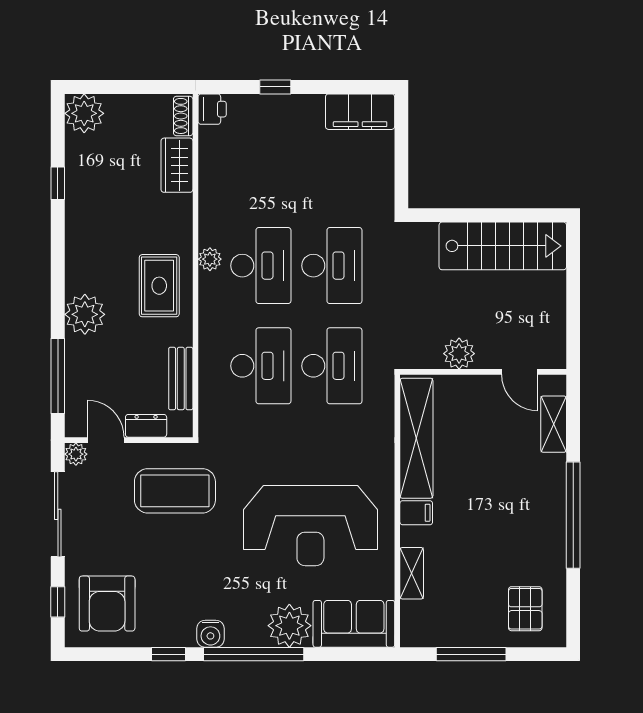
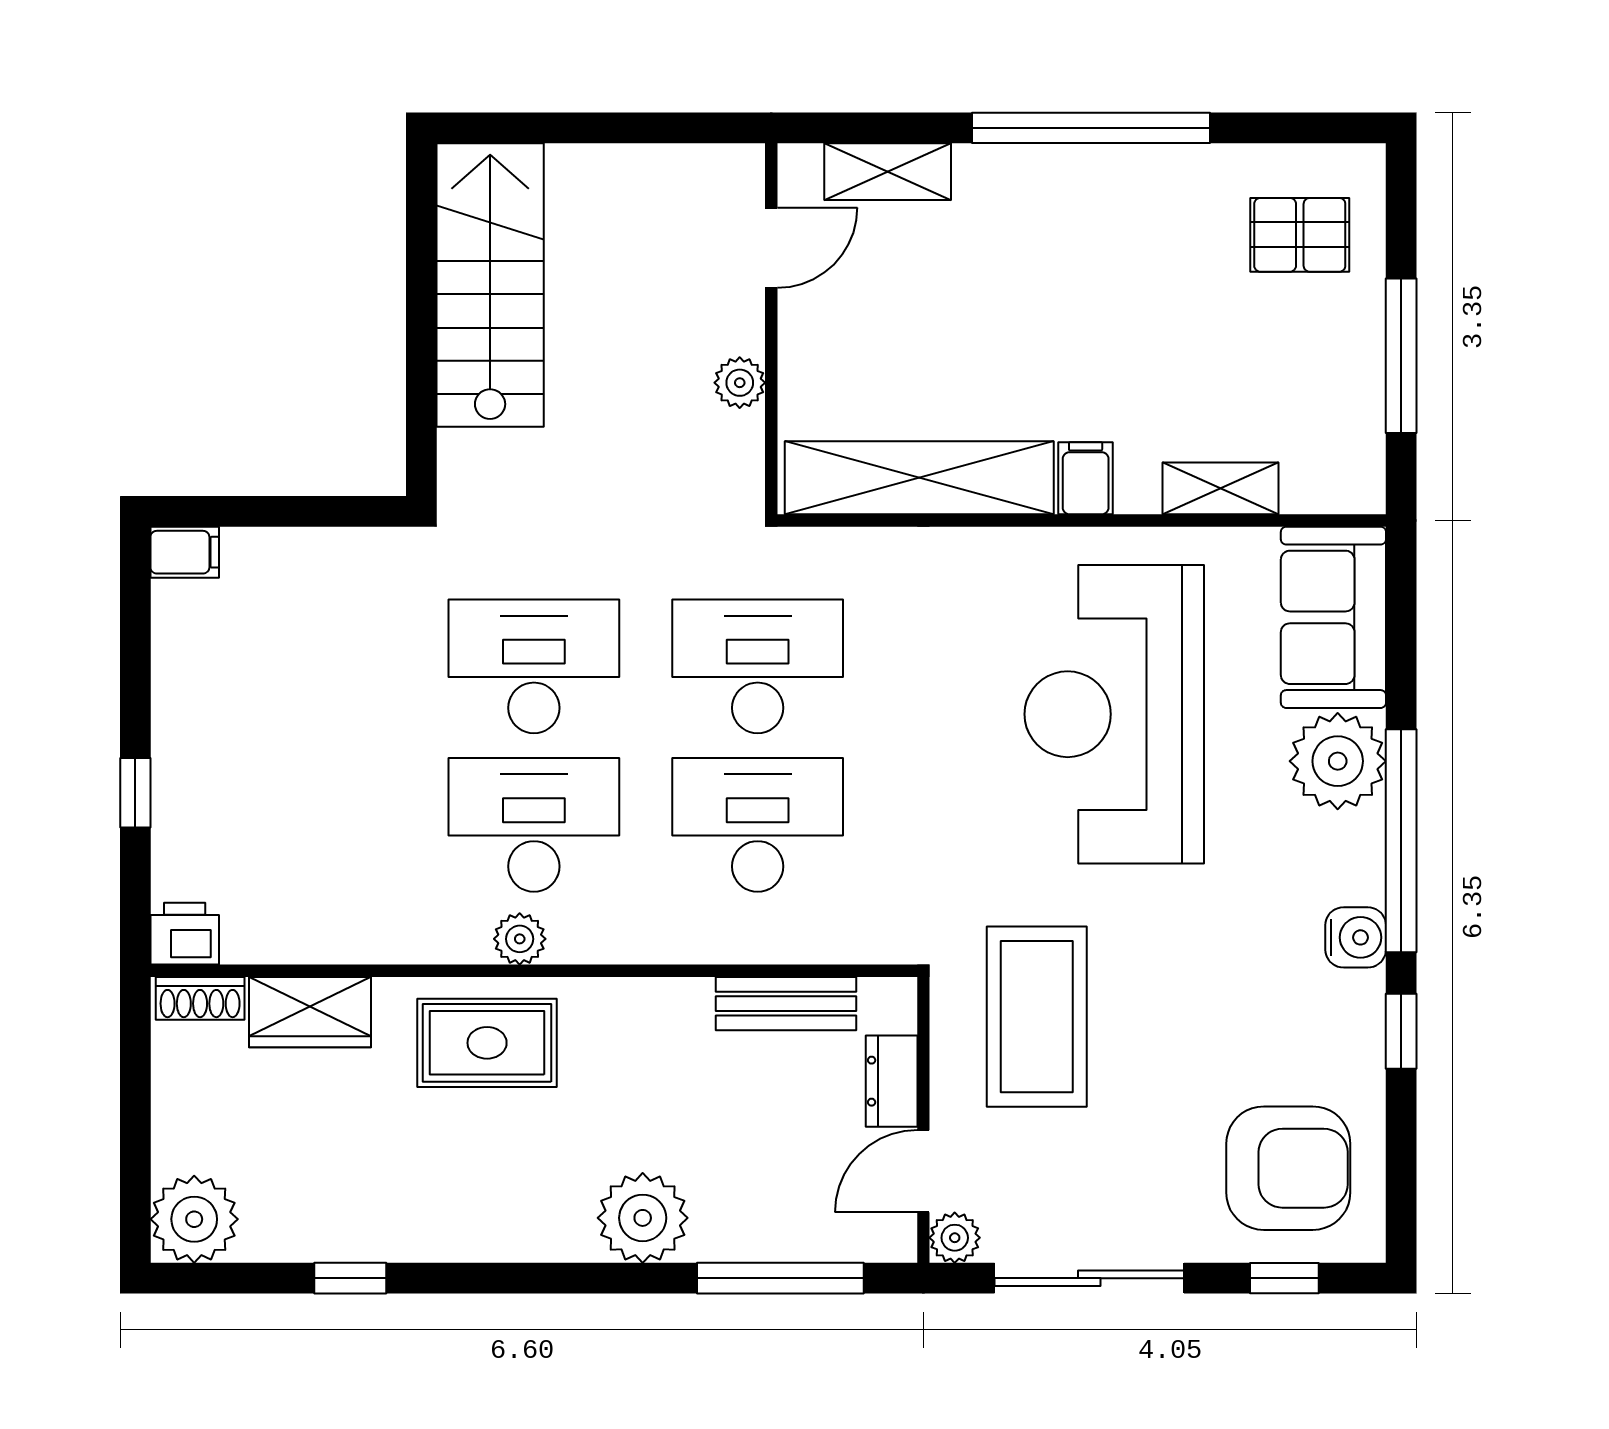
filing cabinet: (360, 112) -> (185, 552), width x0.33, depth x0.86
rug: (159, 286) -> (487, 1043), moved
plant: (459, 354) -> (740, 383), width x0.73, depth x0.73
reception desk: (310, 526) -> (1114, 714), turned 180

